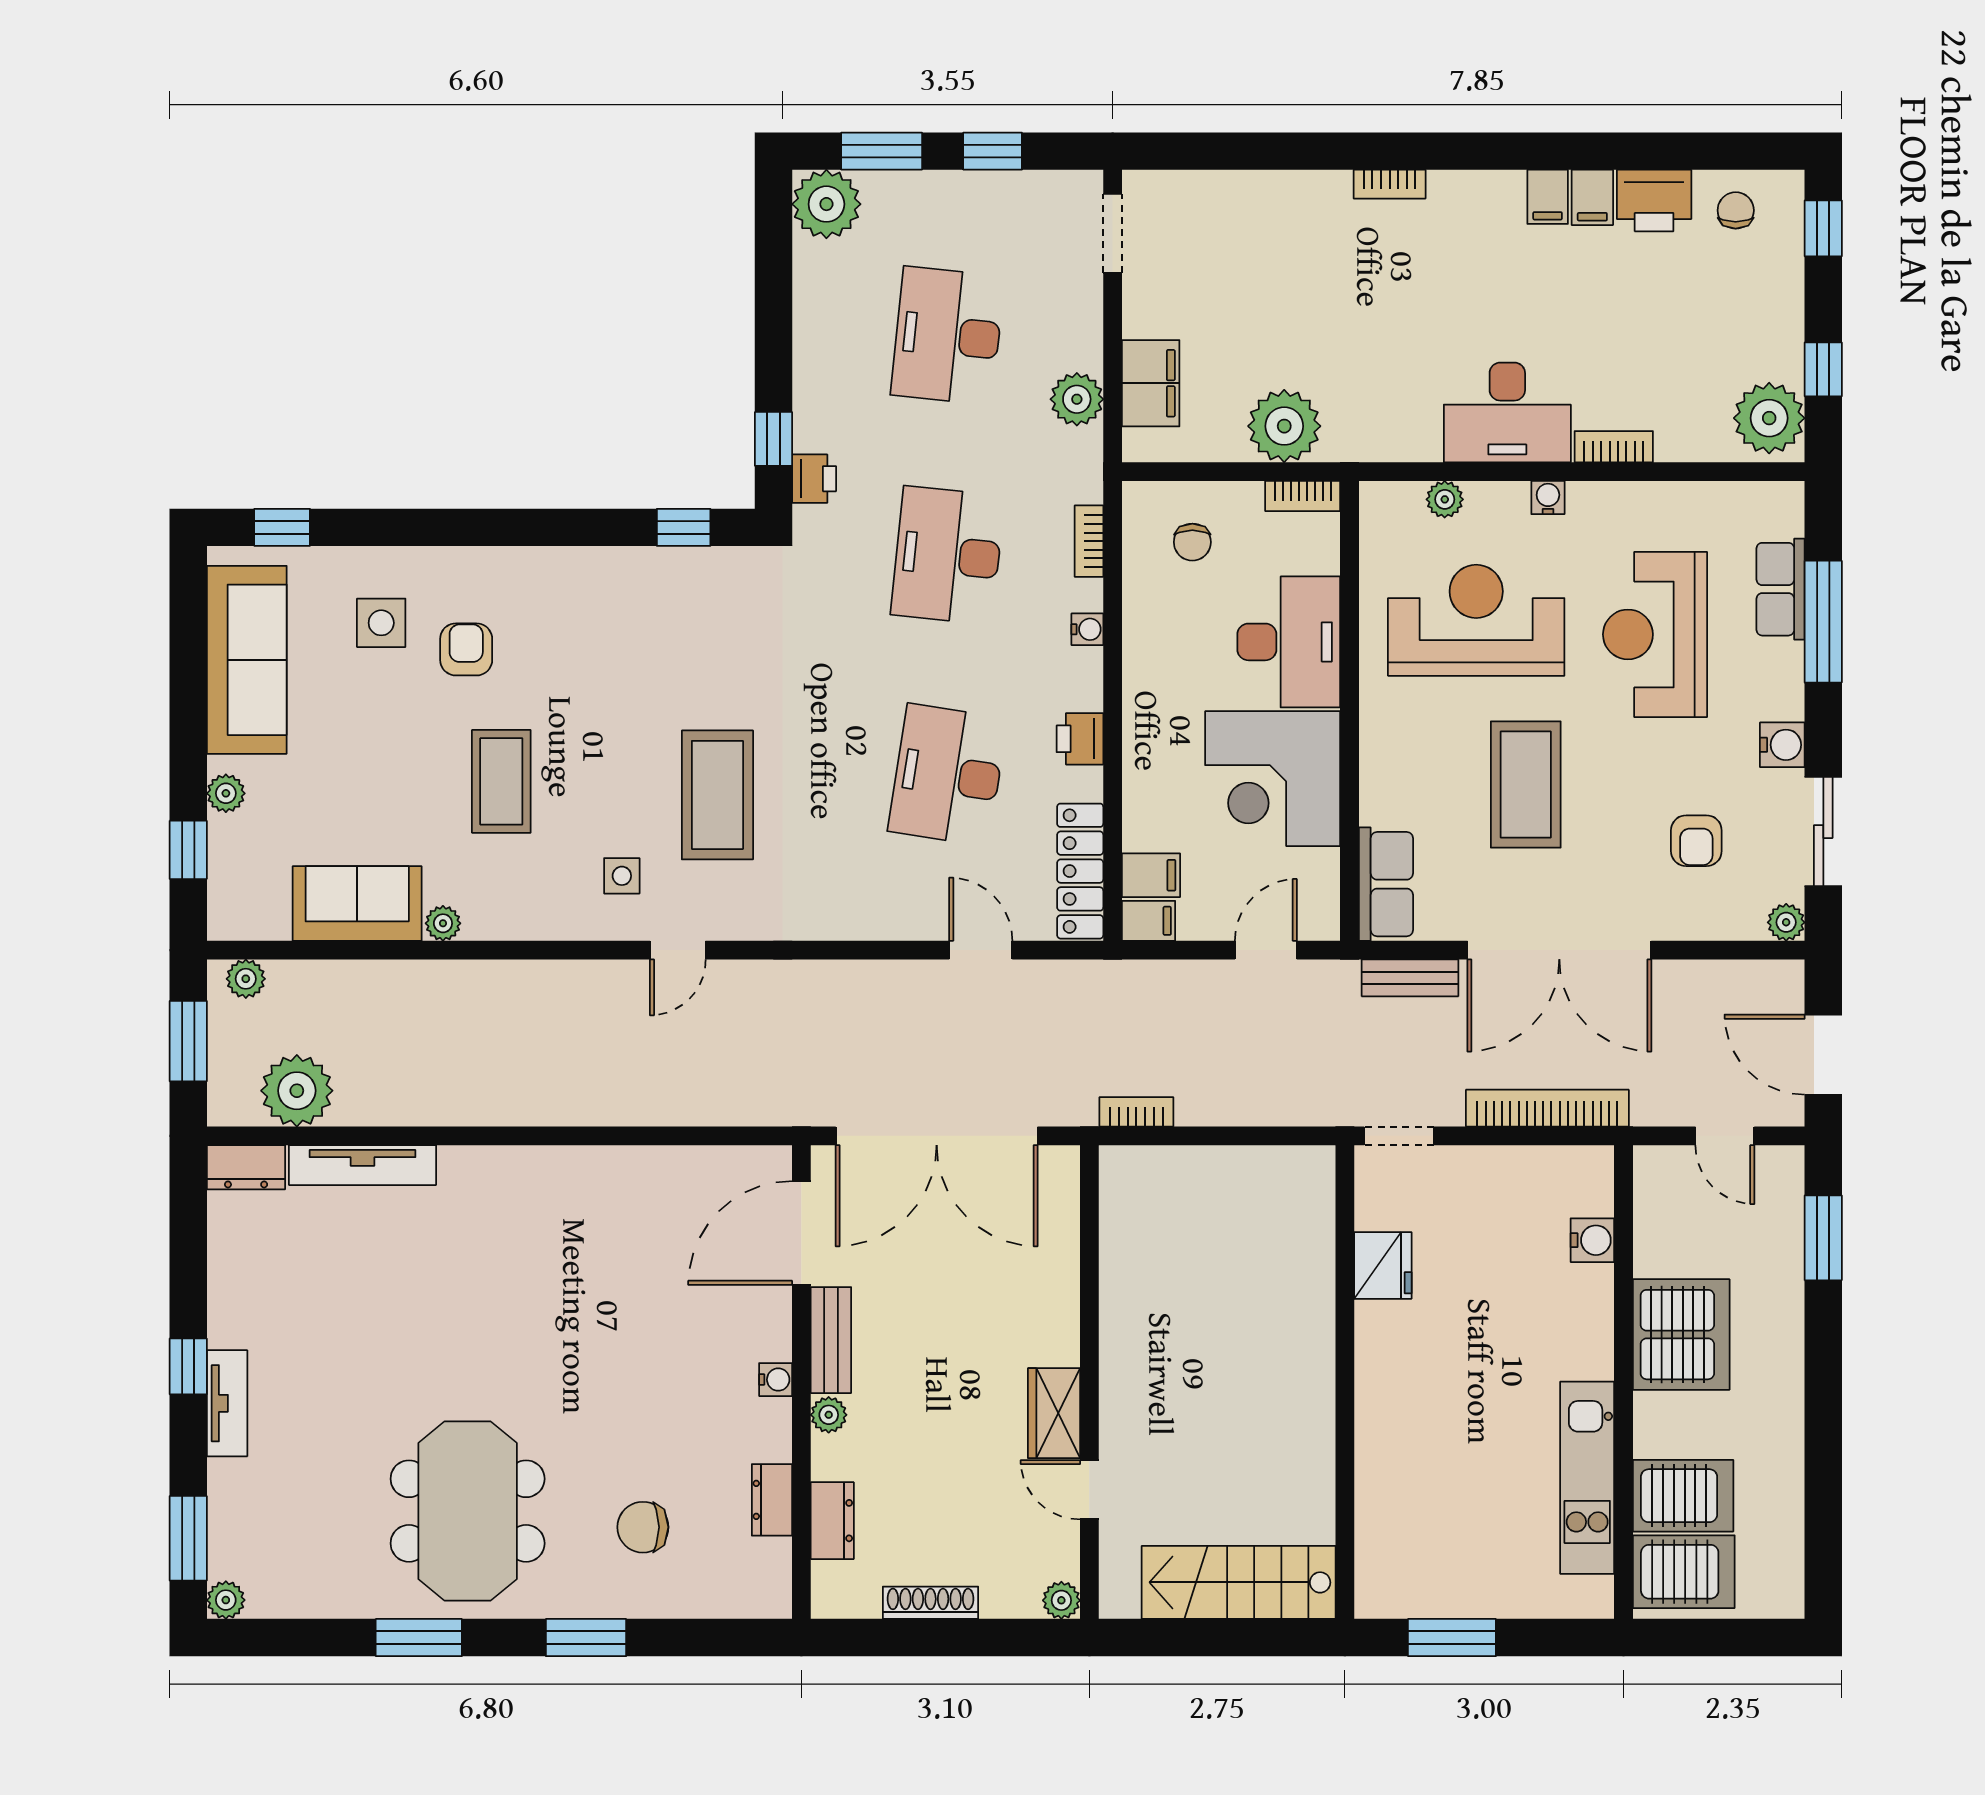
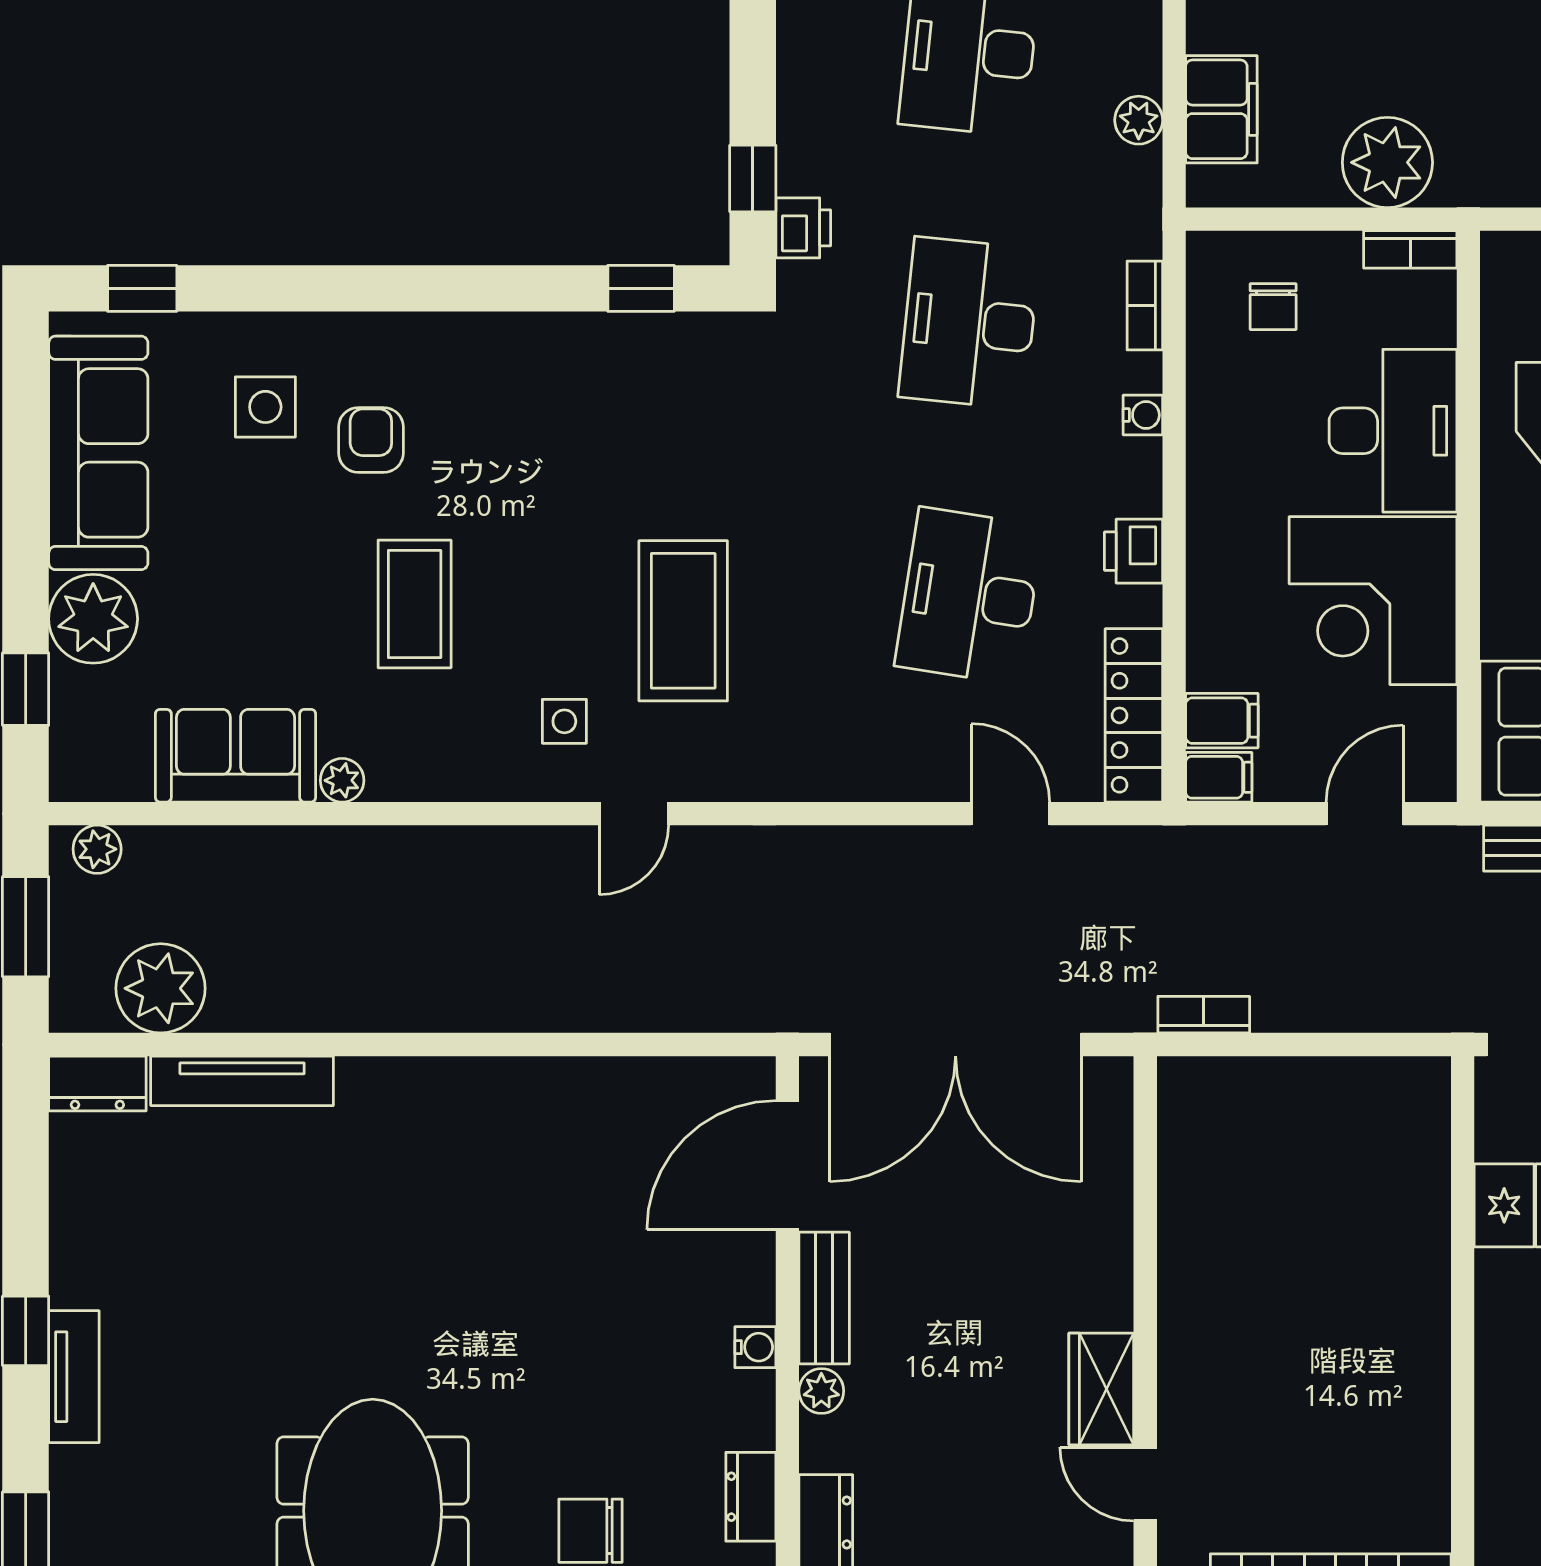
plant: (1077, 399) -> (1139, 120), width x0.73, depth x0.73
plant: (226, 793) -> (93, 619), width x1.87, depth x1.87

